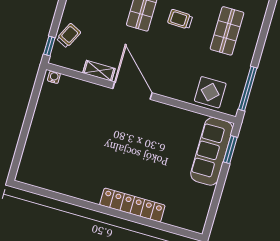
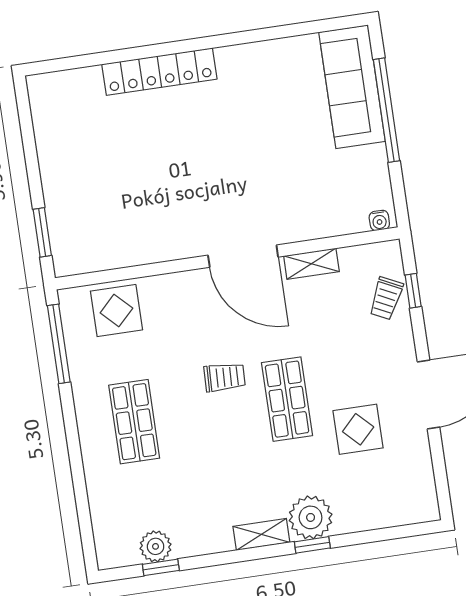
trolley: (180, 19) -> (225, 377), moved
window: (49, 46) -> (413, 291), moved
window: (25, 132) -> (386, 110), added
sofa: (212, 151) -> (352, 87), moved, turned 180

